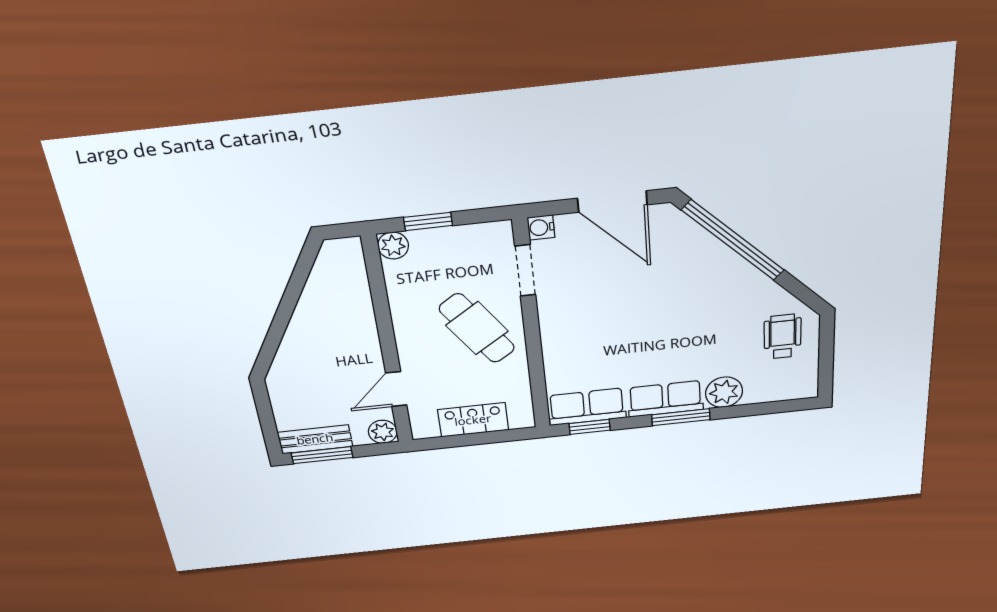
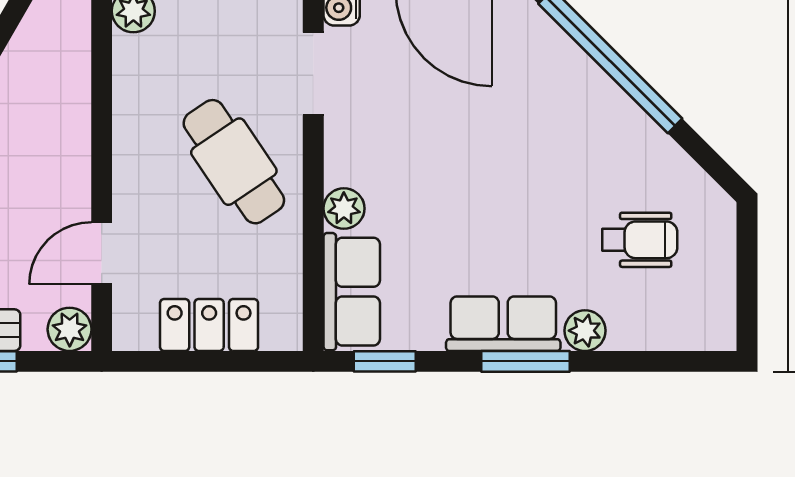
wheelchair: (783, 337) -> (640, 240), moved, turned 90
plant: (555, 347) -> (344, 208), added
plant: (724, 392) -> (585, 331), width x0.73, depth x0.73
row of seats: (587, 407) -> (352, 292), moved, turned 90

